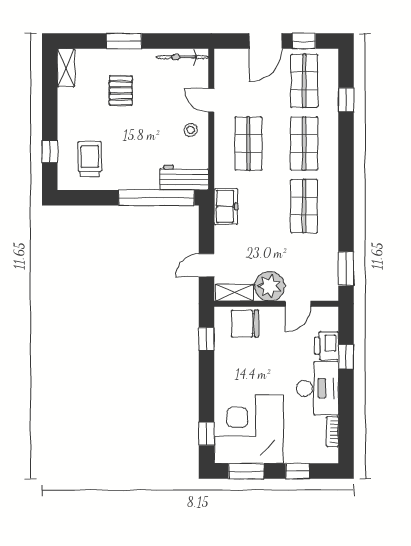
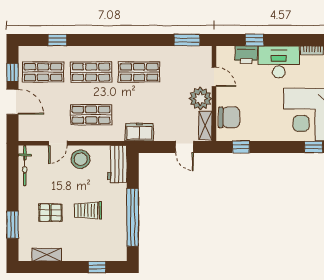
window: (124, 41) -> (13, 225), moved
shelving: (66, 68) -> (47, 255), moved
stool: (191, 130) -> (81, 159), width x1.89, depth x1.89
trolley: (90, 159) -> (88, 210), moved
window: (156, 198) -> (133, 217), moved
chair: (245, 323) -> (229, 117), turned -90

